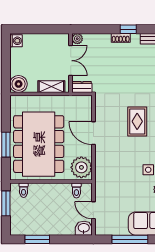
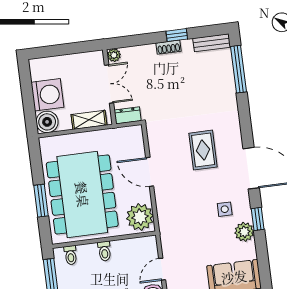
washing machine: (16, 41) -> (47, 95), moved, width x1.89, depth x1.89
toilet: (76, 190) -> (104, 251), moved
door: (93, 210) -> (162, 269), hinge flipped

